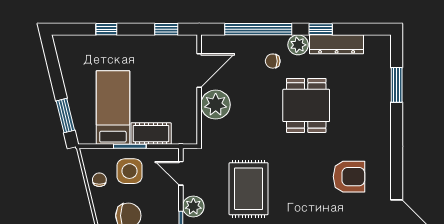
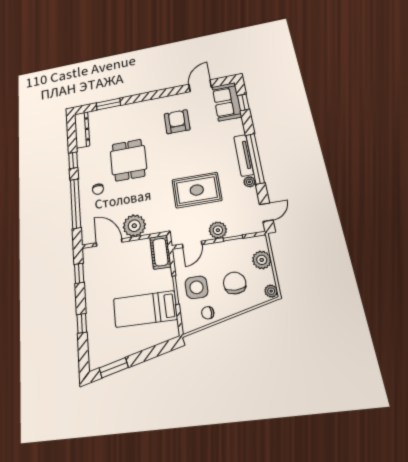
dresser: (337, 44) -> (82, 130), moved
plant: (298, 45) -> (85, 174), removed
dining table: (306, 105) -> (128, 160), turned 90
window: (65, 116) -> (114, 368), moved
cot: (151, 134) -> (160, 252), moved

